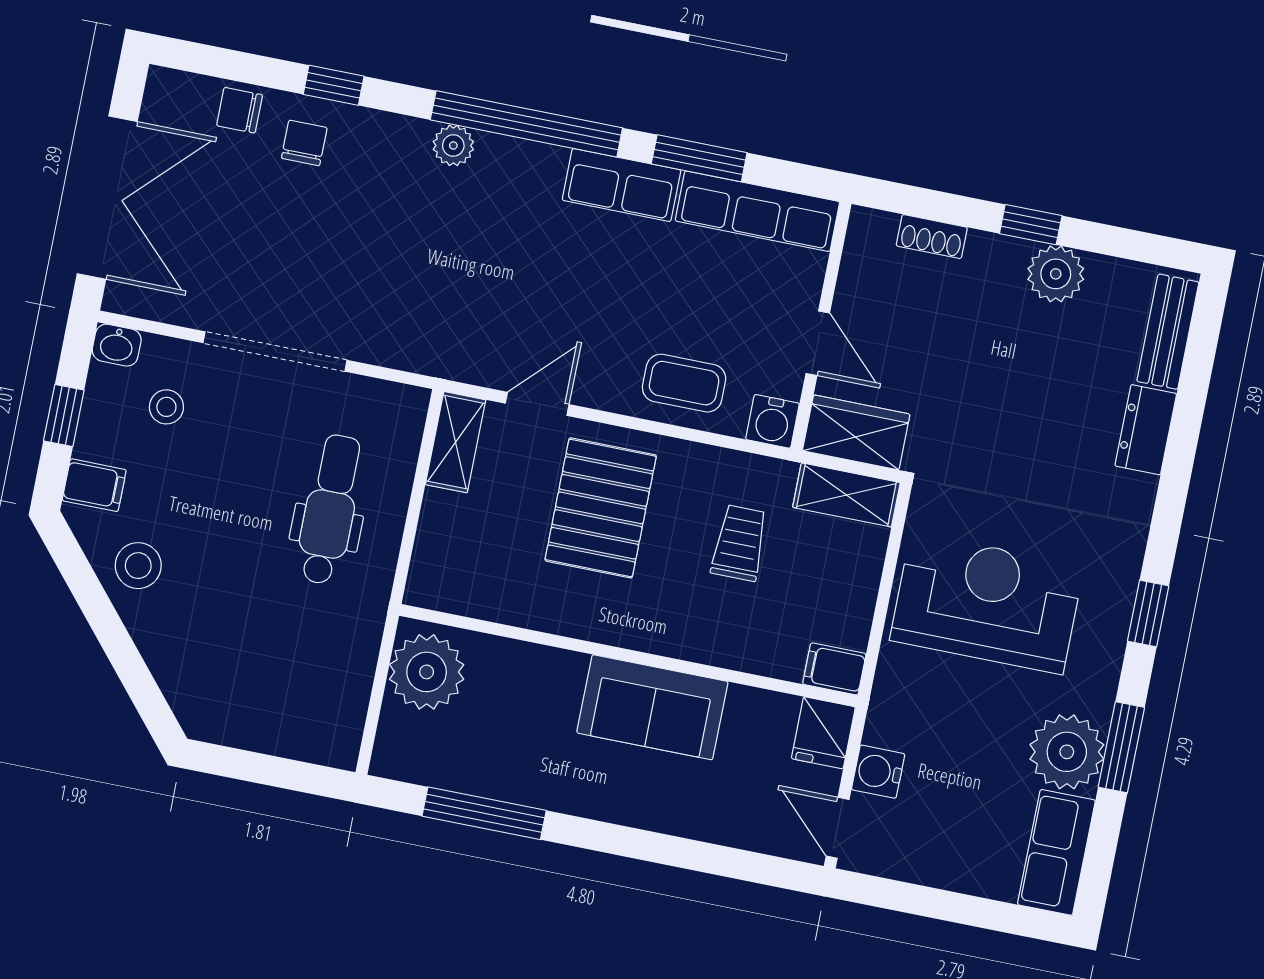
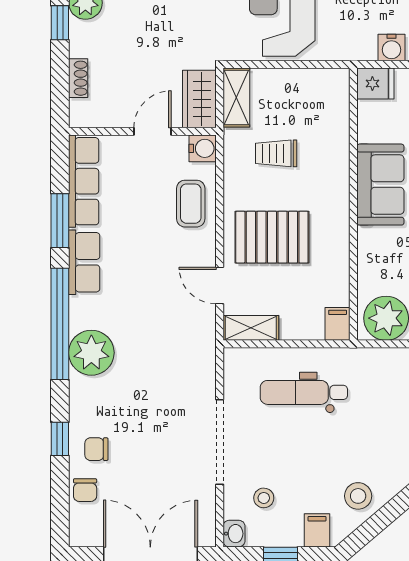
plant: (453, 145) -> (91, 353), width x1.87, depth x1.87
filing cabinet: (834, 669) -> (338, 324), moved, turned 180

